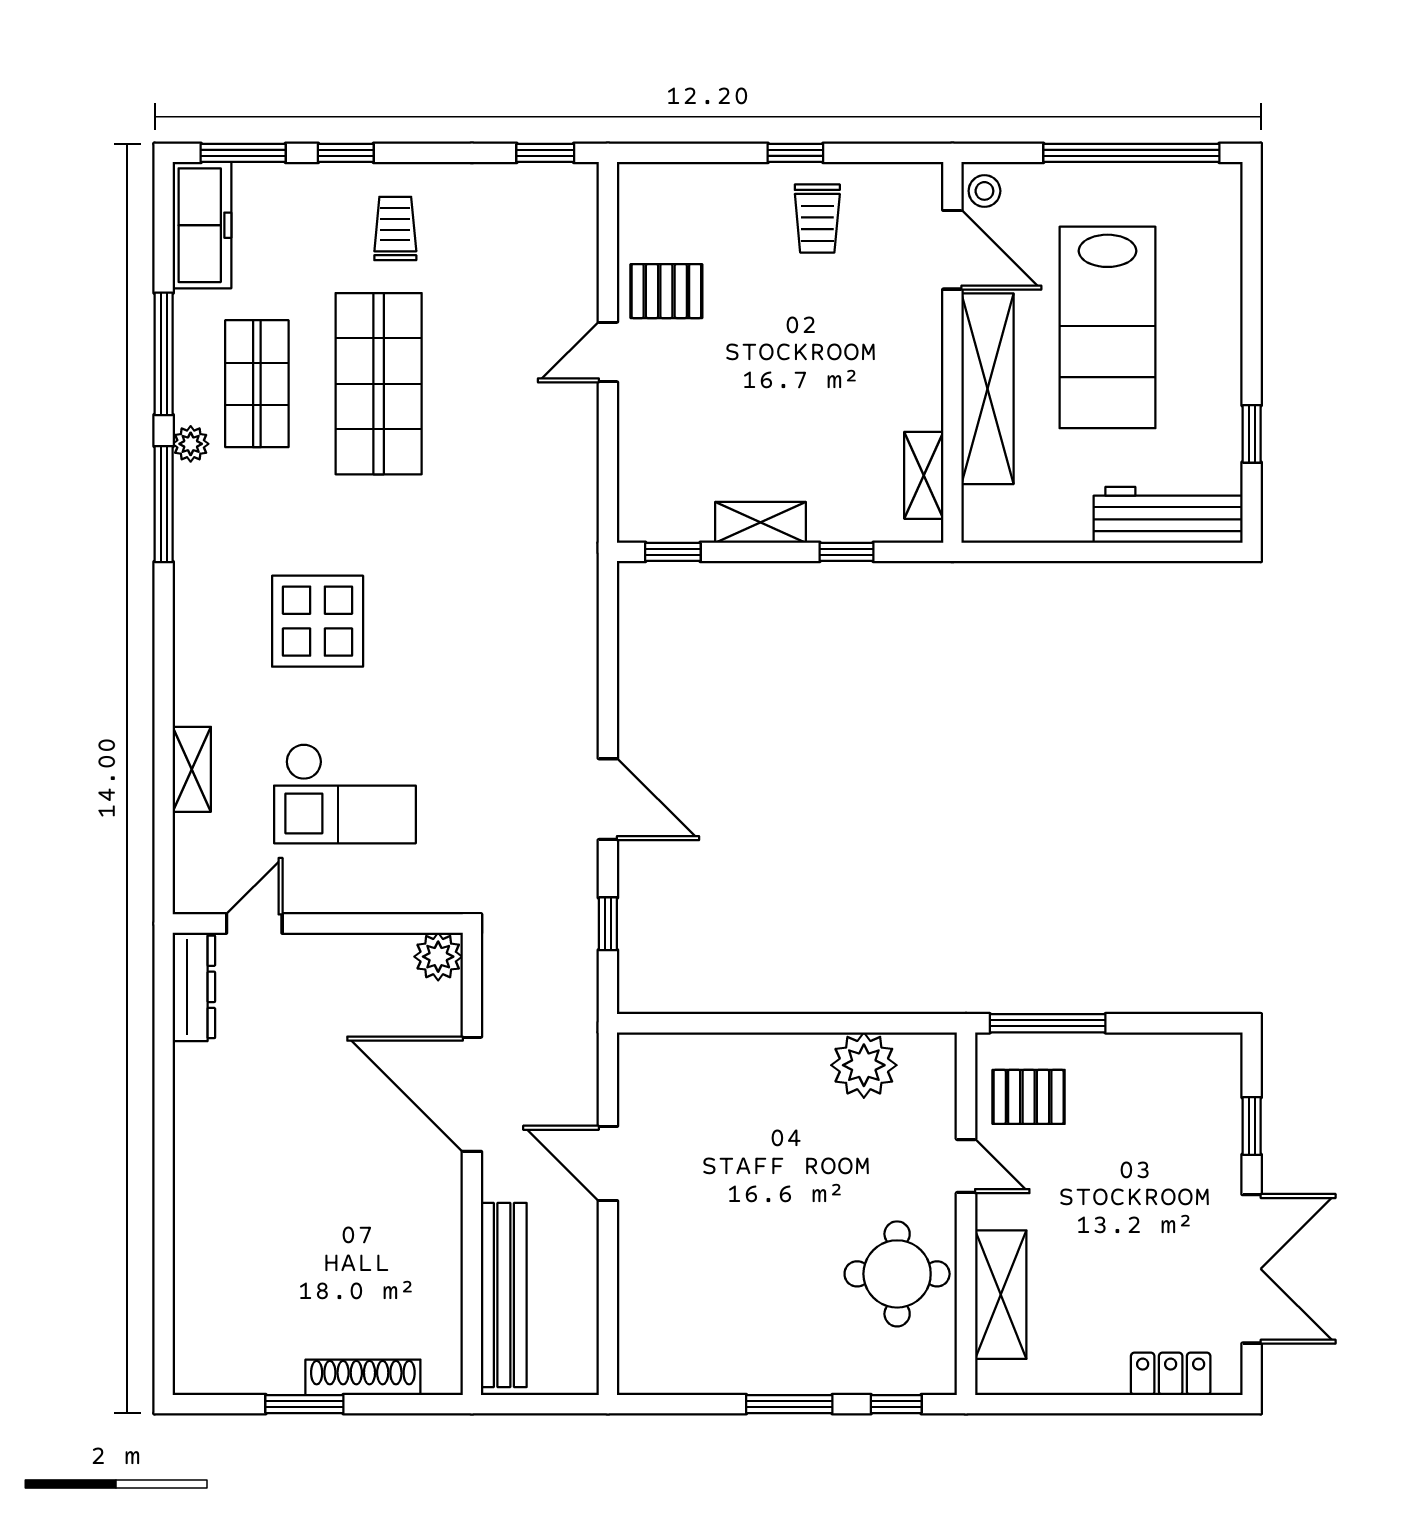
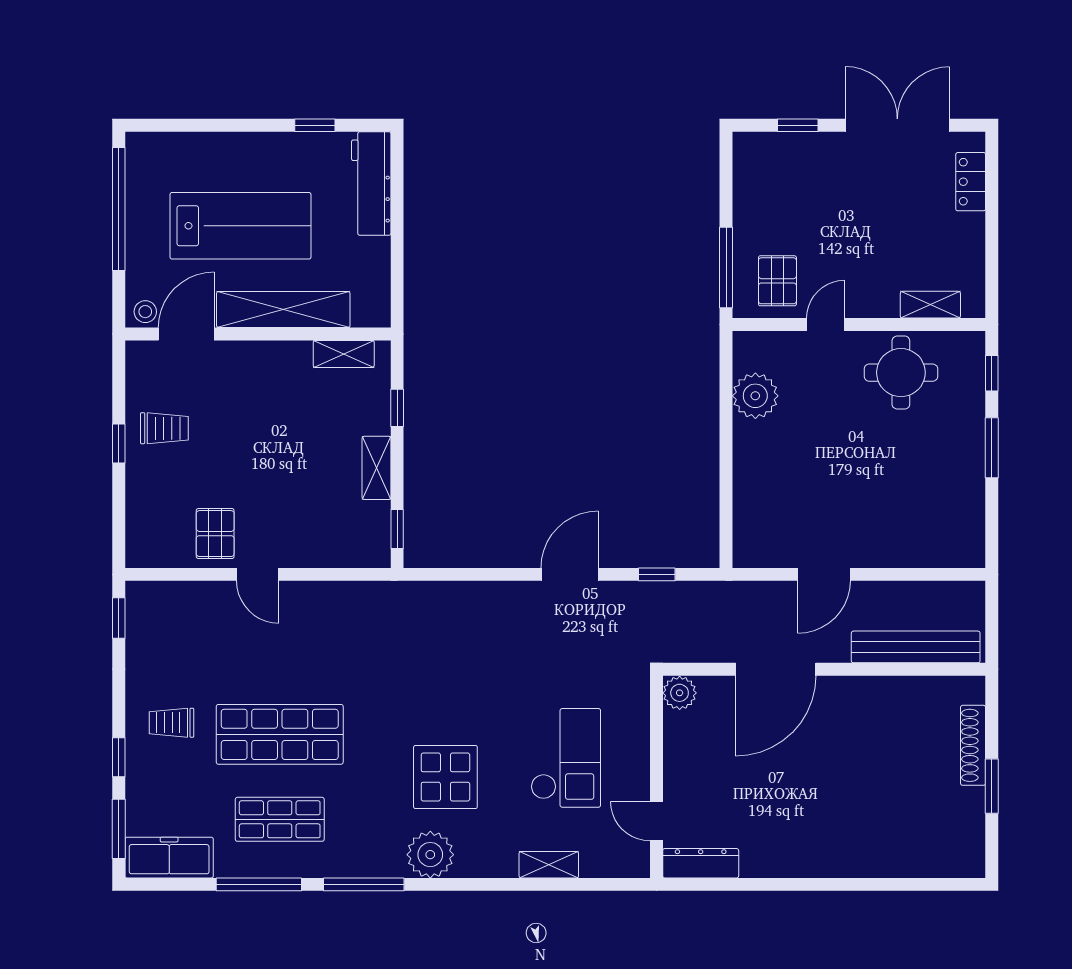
plant: (191, 444) -> (430, 855), moved, width x1.88, depth x1.88
shelving: (1001, 1295) -> (930, 305), width x0.67, depth x0.75

